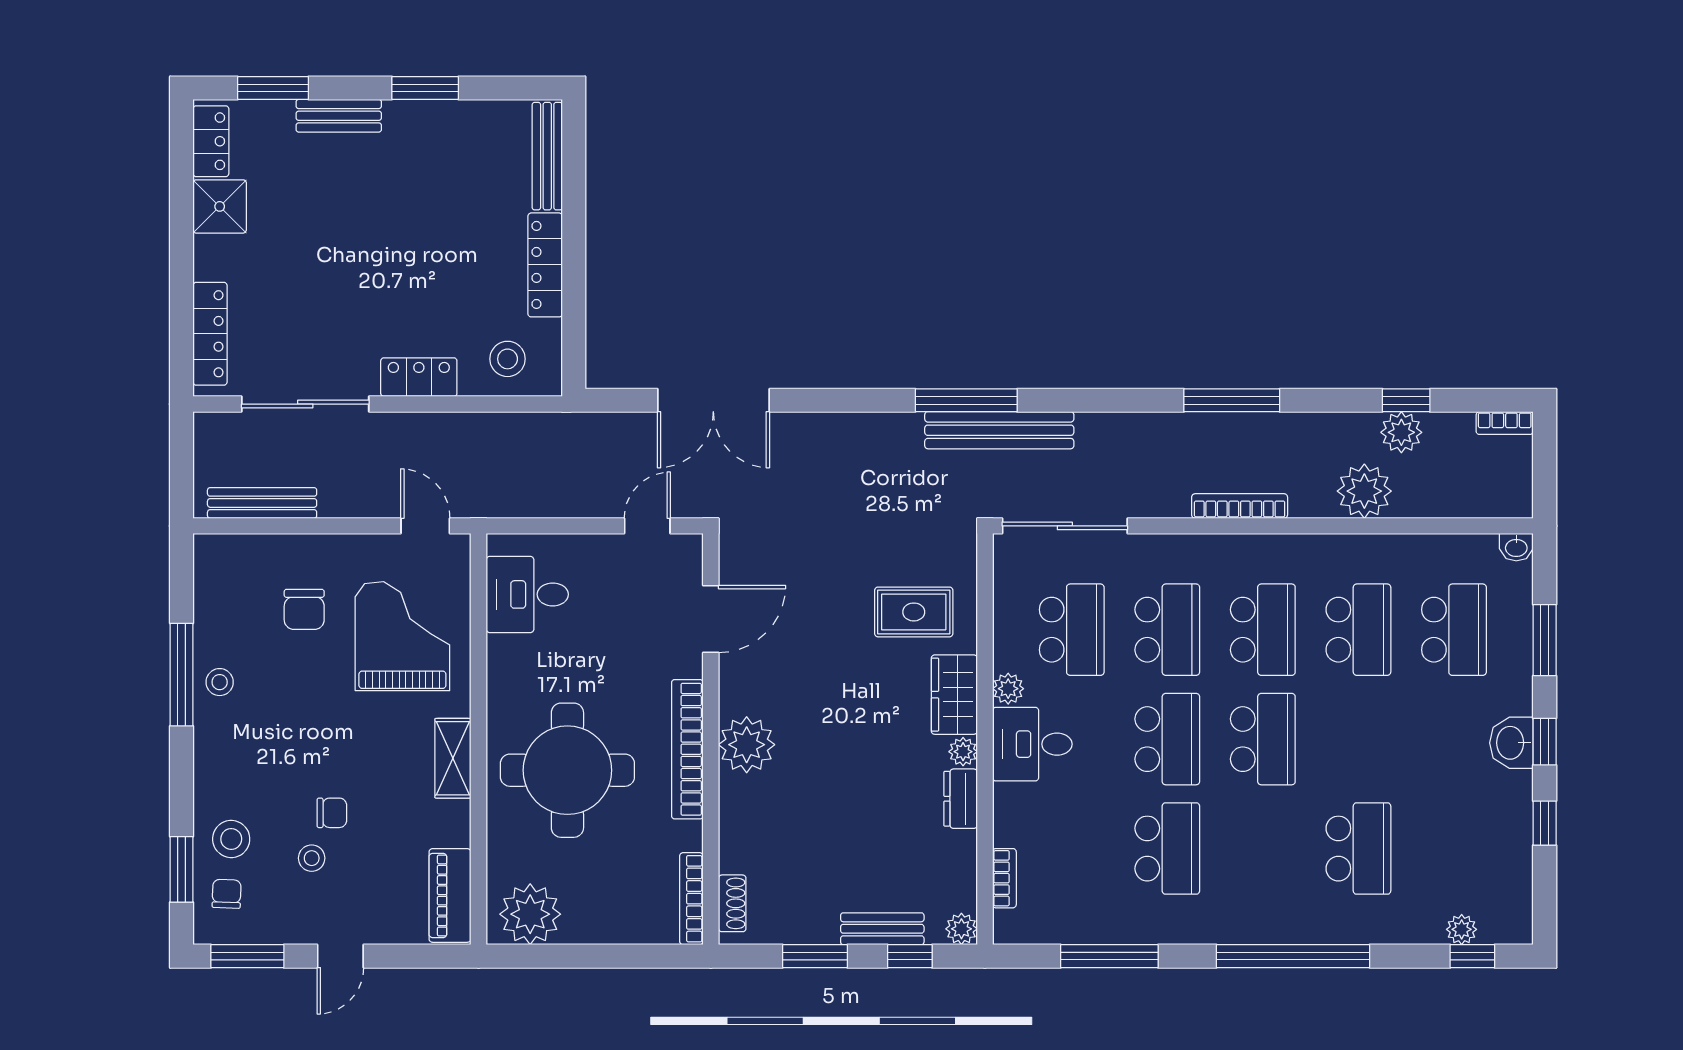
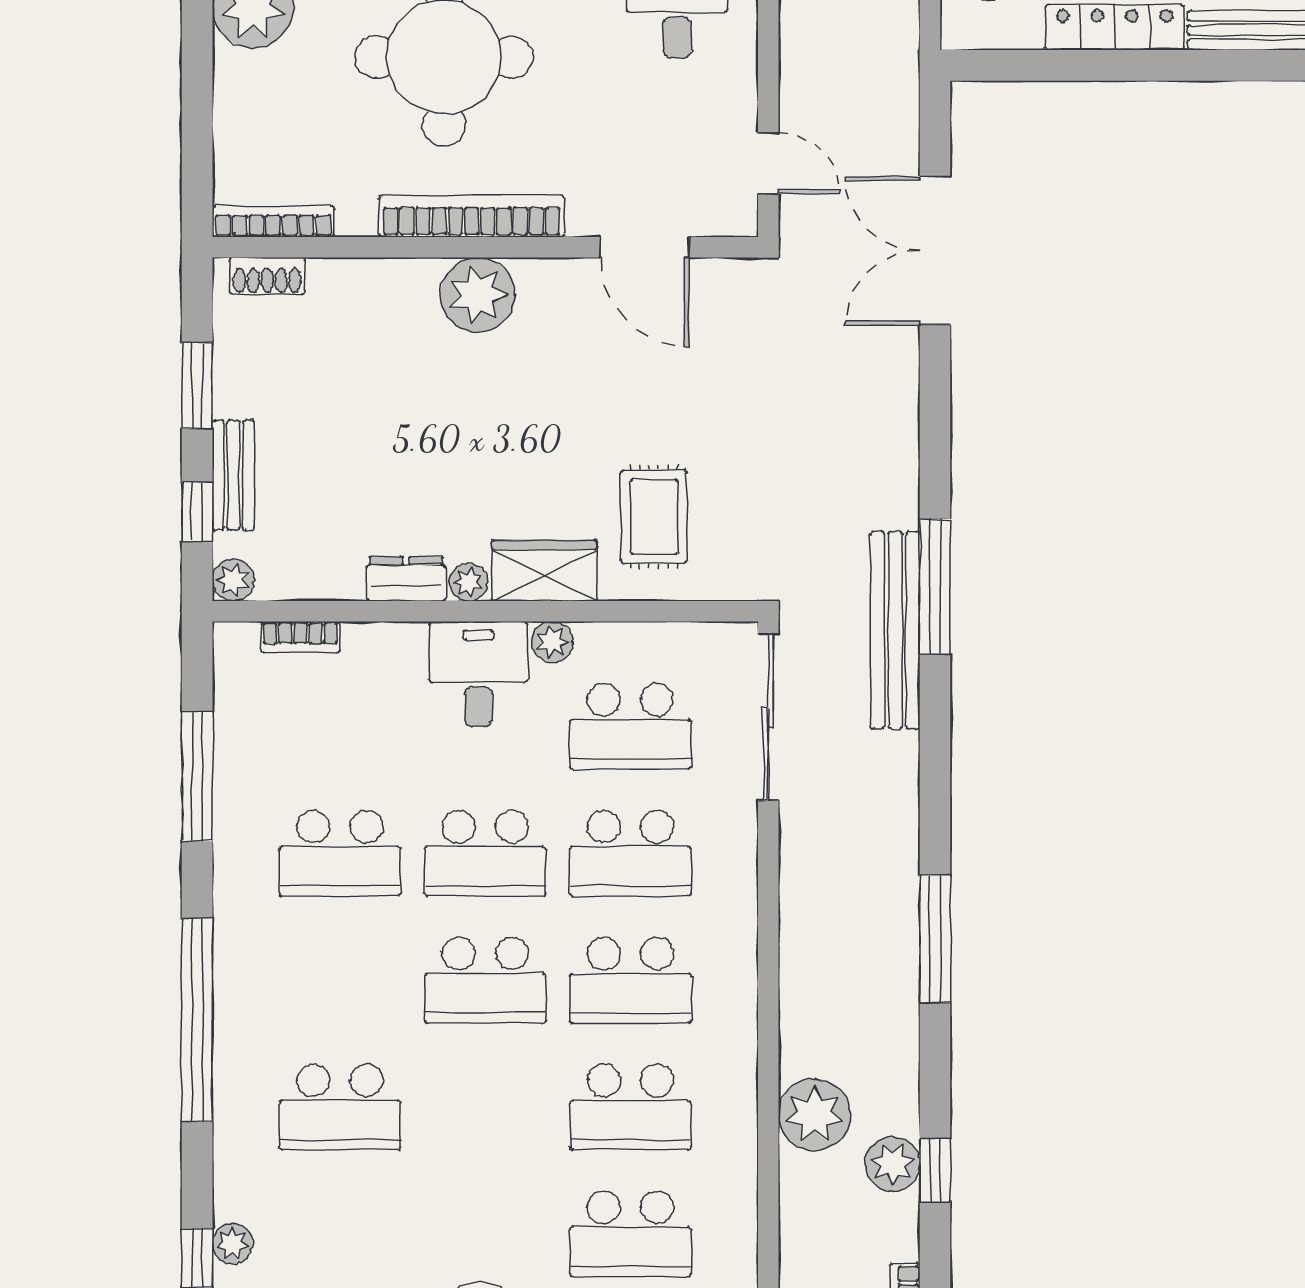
bookcase: (1240, 506) -> (795, 949), removed

